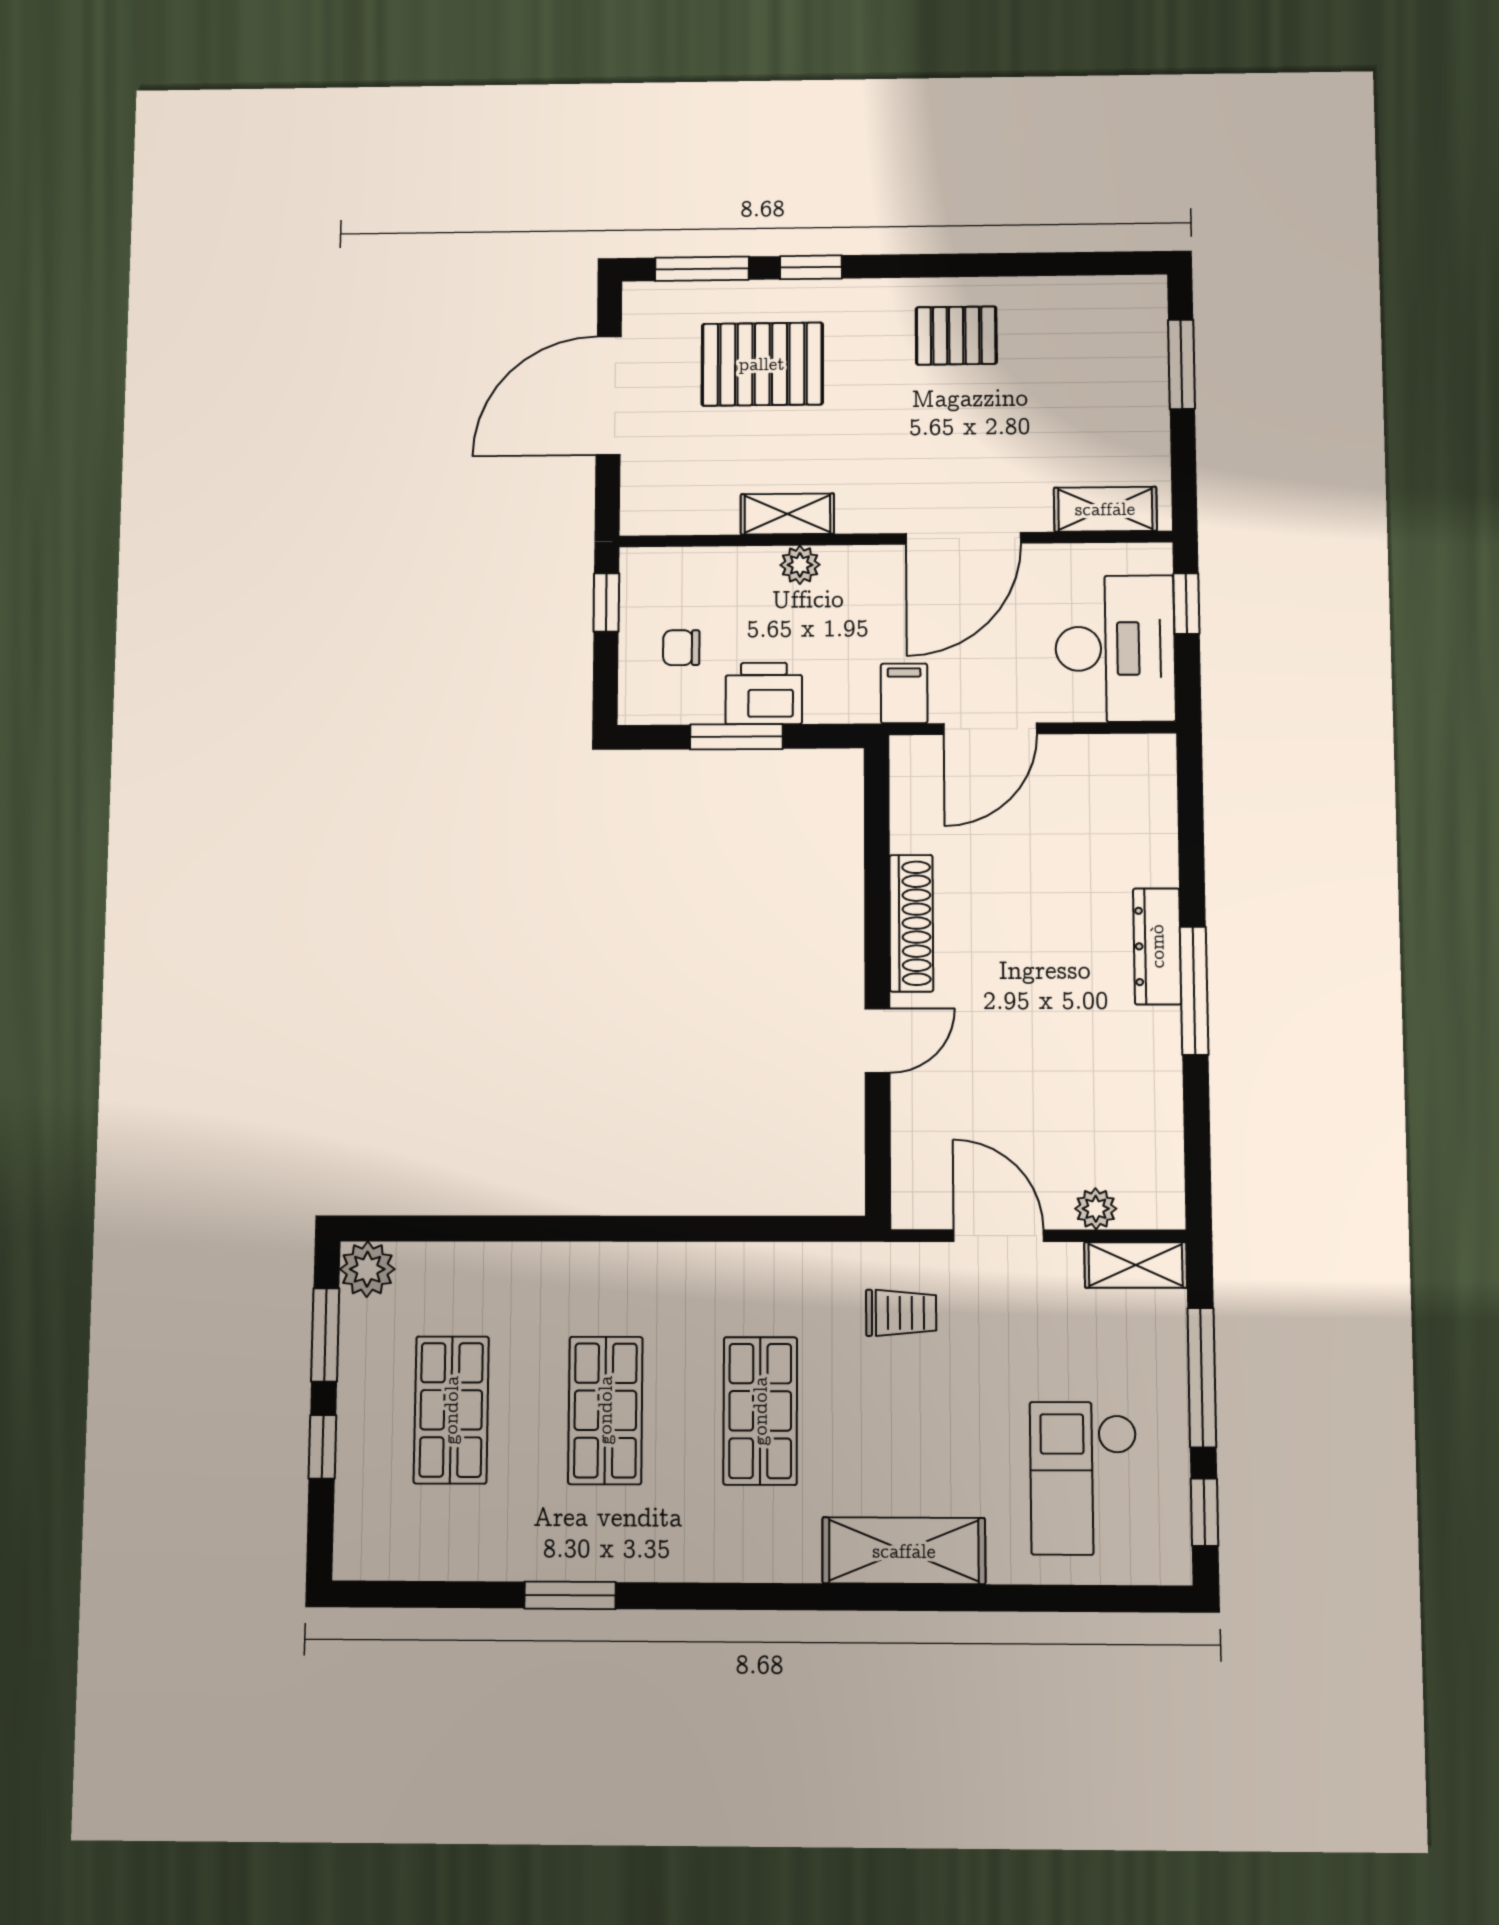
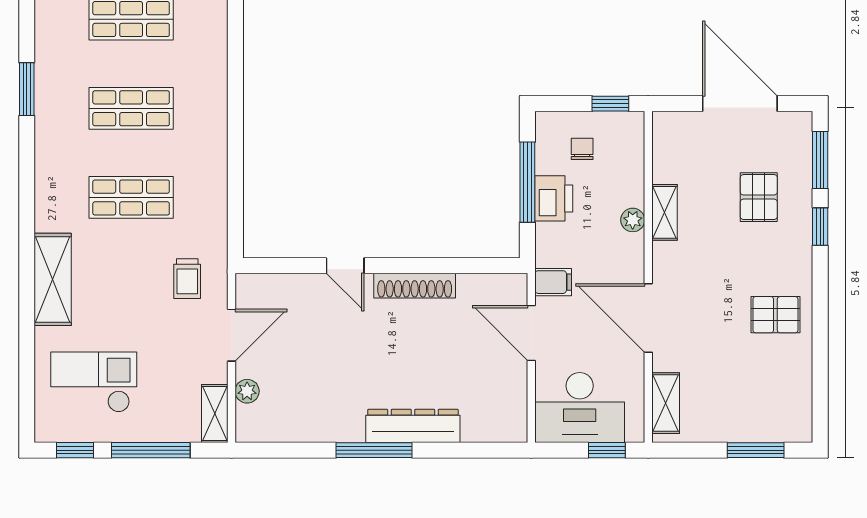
pallet: (956, 336) -> (775, 315), turned 90
pallet: (762, 364) -> (759, 197), width x0.67, depth x0.71
window: (736, 737) -> (527, 182), width x1.44
dresser: (1157, 946) -> (413, 426), width x1.37, depth x1.24

